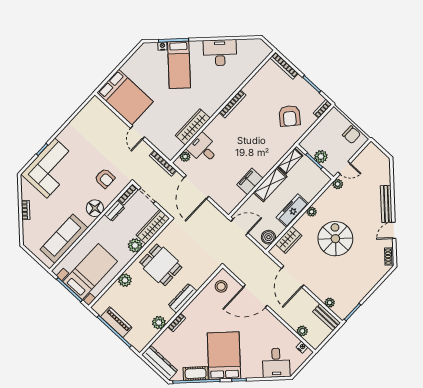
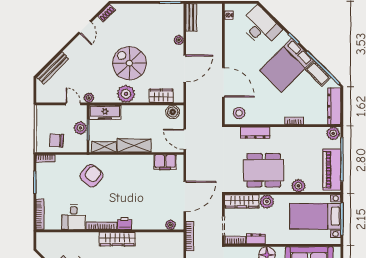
armchair: (290, 116) -> (91, 176), moved
printer: (218, 123) -> (125, 223), added
wardrobe: (193, 127) -> (117, 239), moved
chair: (351, 135) -> (56, 141), moved, turned -87
desk: (203, 149) -> (74, 217), moved
filing cabinet: (250, 181) -> (165, 162), moved
bench: (386, 204) -> (53, 68), moved
freezer: (292, 211) -> (105, 112), moved
plant: (312, 212) -> (126, 94), width x1.88, depth x1.88
door: (394, 230) -> (85, 27), hinge flipped
spiral stairs: (335, 239) -> (129, 63), turned 90
dining table: (161, 265) -> (264, 170), width x1.38
dresser: (183, 298) -> (255, 133), moved
plant: (330, 303) -> (179, 40), moved
piano: (116, 322) -> (332, 170), width x1.37, depth x1.33
plant: (159, 323) -> (333, 133), moved
plant: (302, 331) -> (217, 26), removed
desk: (276, 363) -> (260, 27), width x1.37

